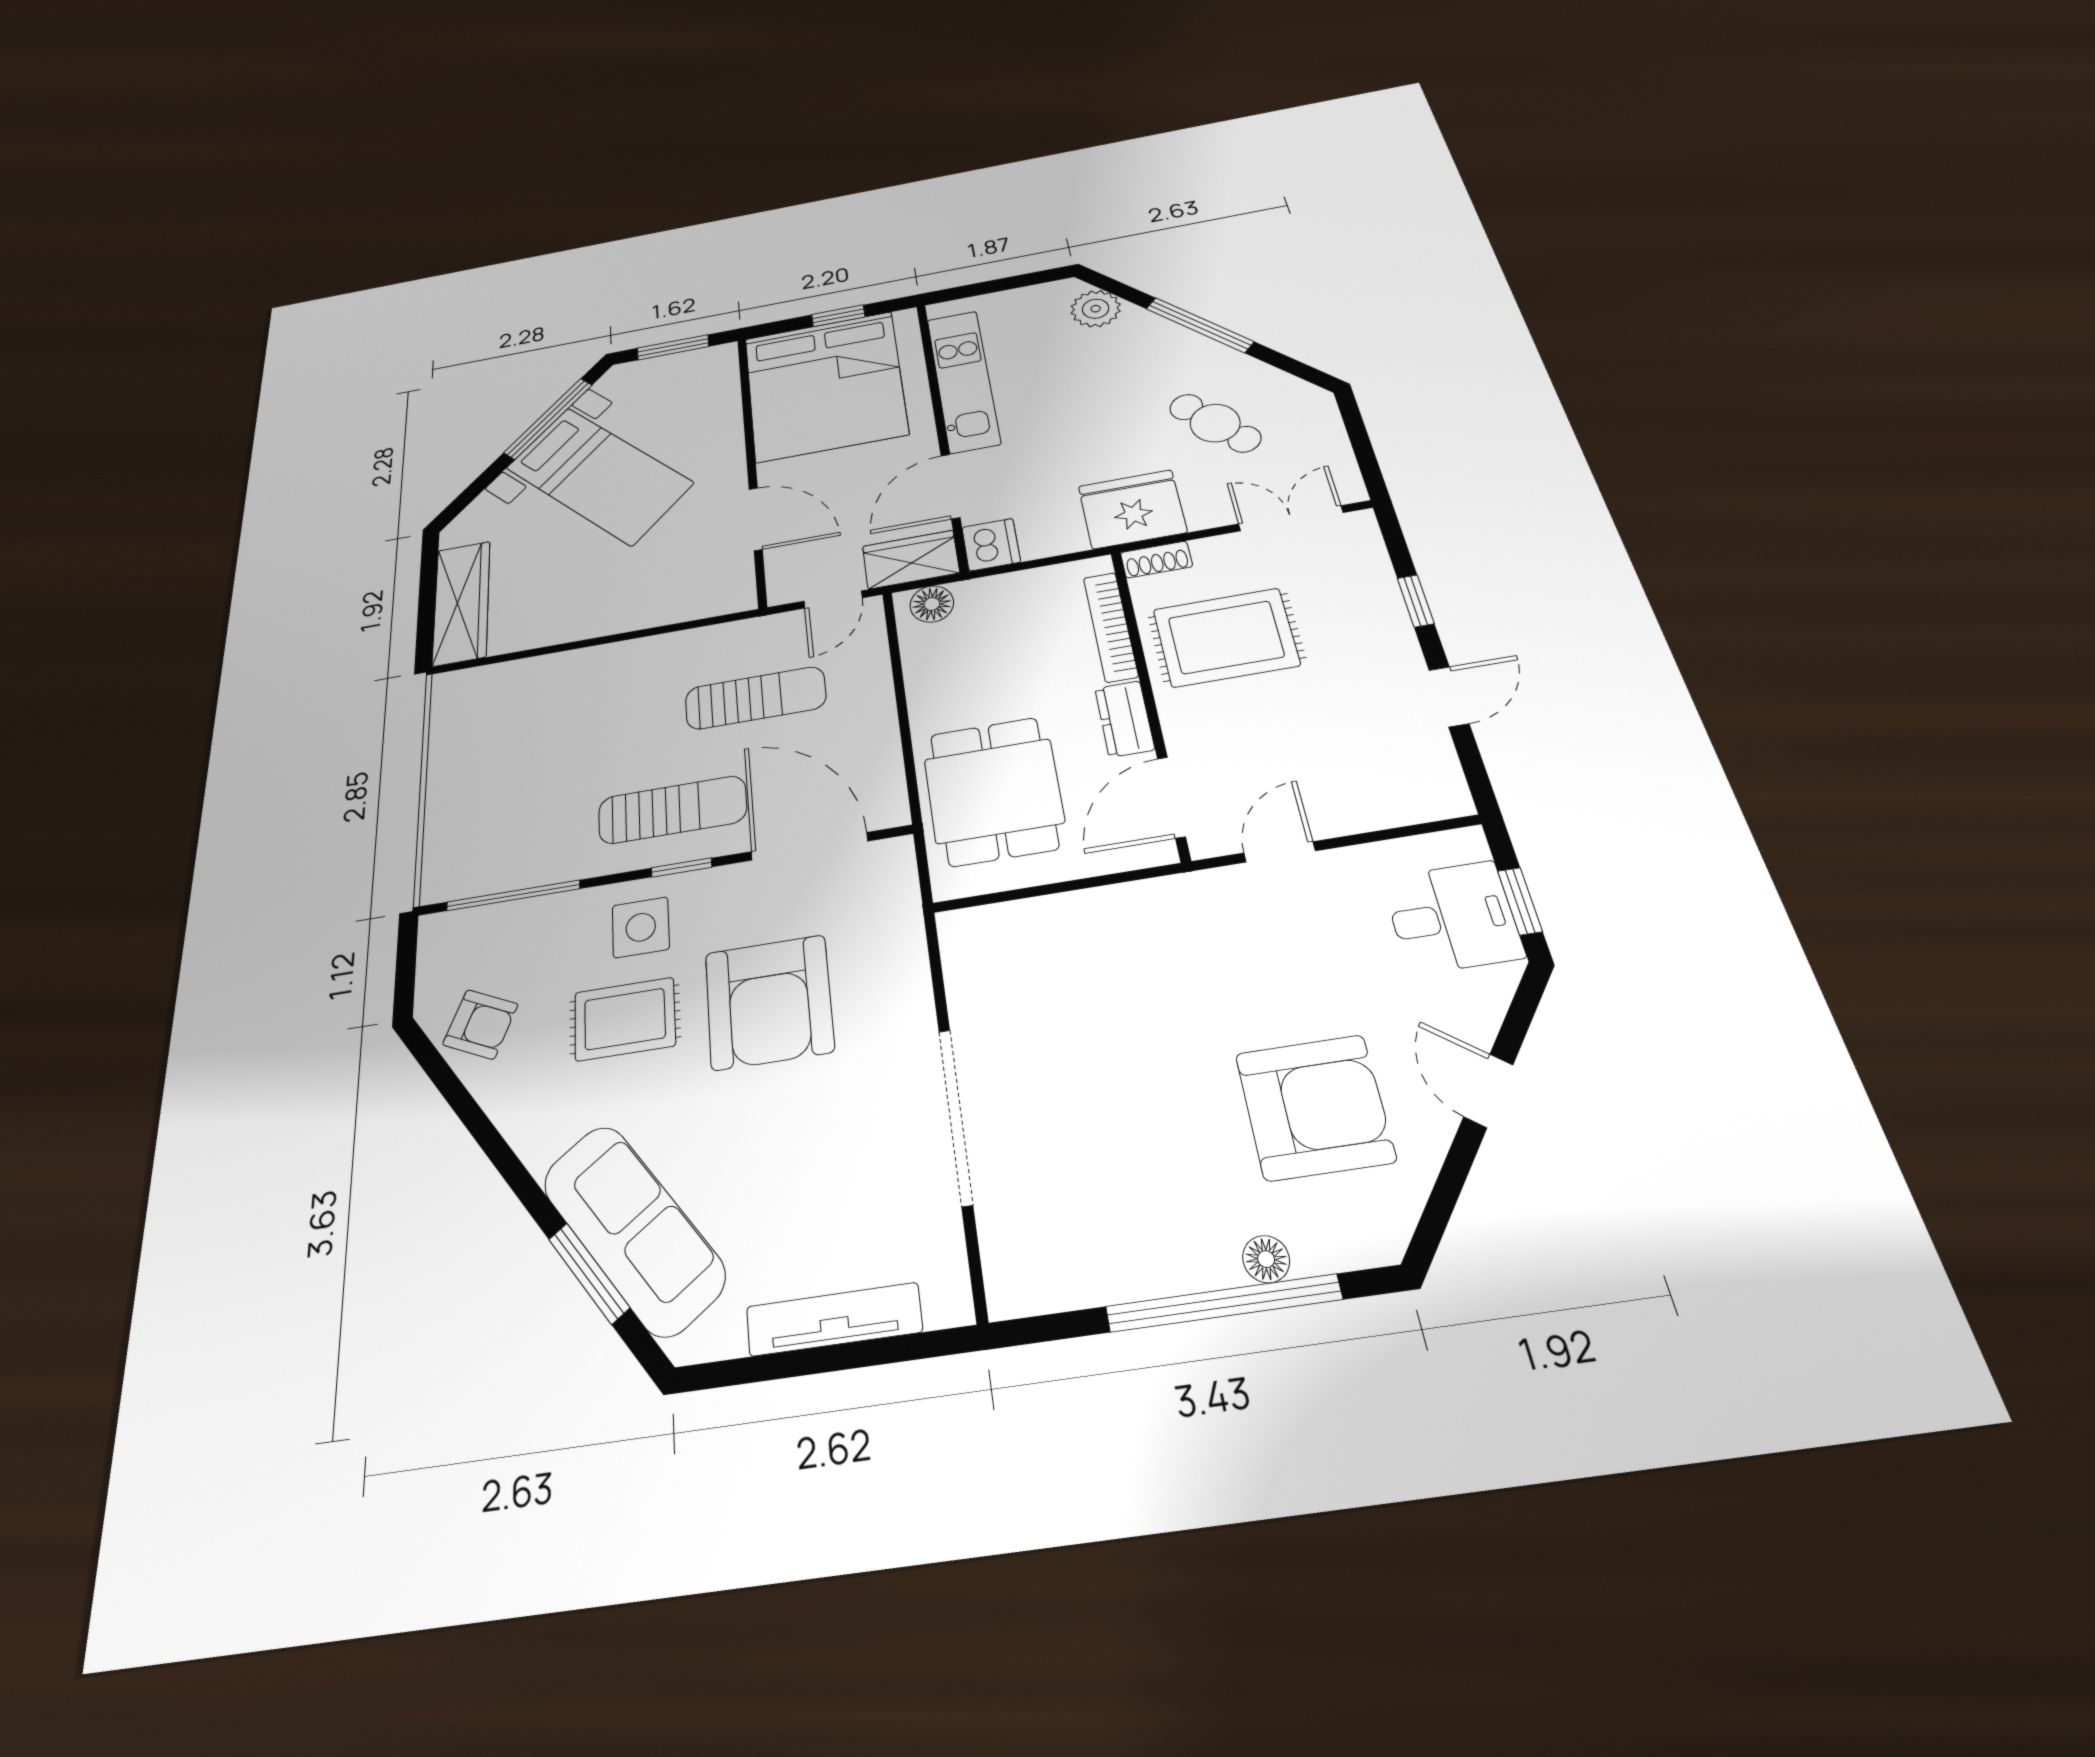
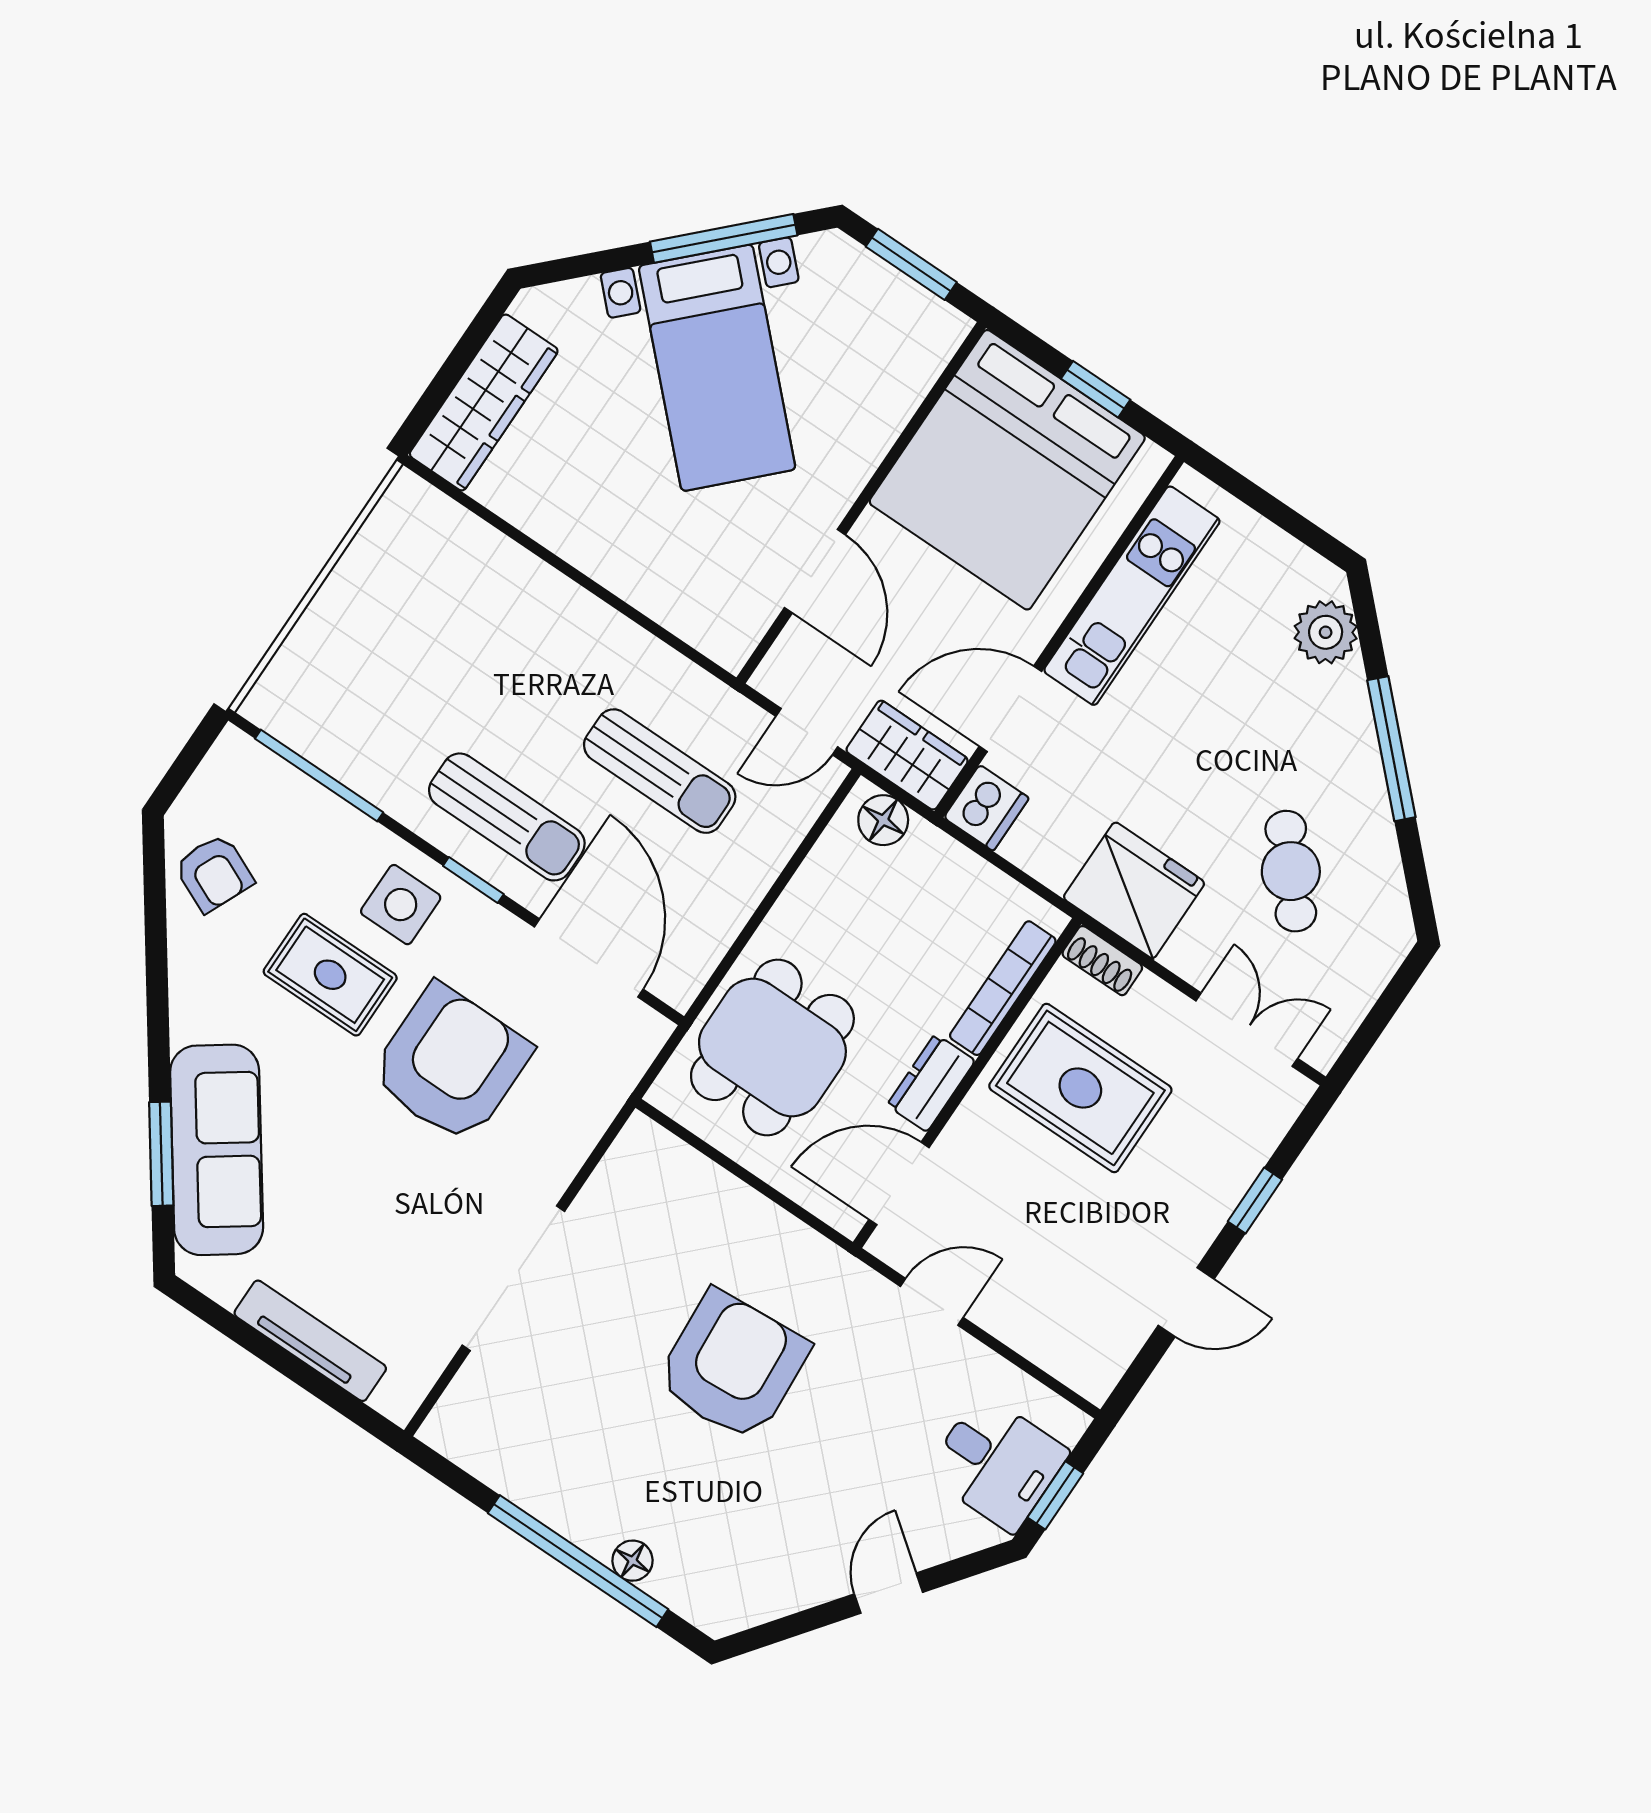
armchair: (769, 1002) -> (451, 1064), turned 180
armchair: (1315, 1107) -> (733, 1366), moved, turned -94

